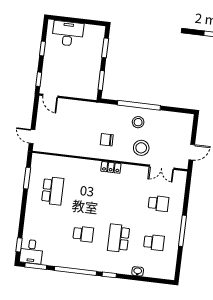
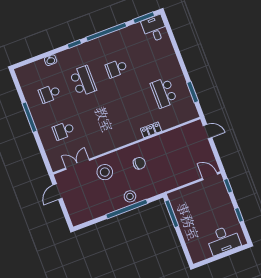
window: (105, 48) -> (183, 244), removed
window: (101, 80) -> (172, 214), width x1.44
stool: (138, 122) -> (130, 196), moved
locker: (111, 167) -> (151, 130), moved
window: (19, 245) -> (169, 29), removed

